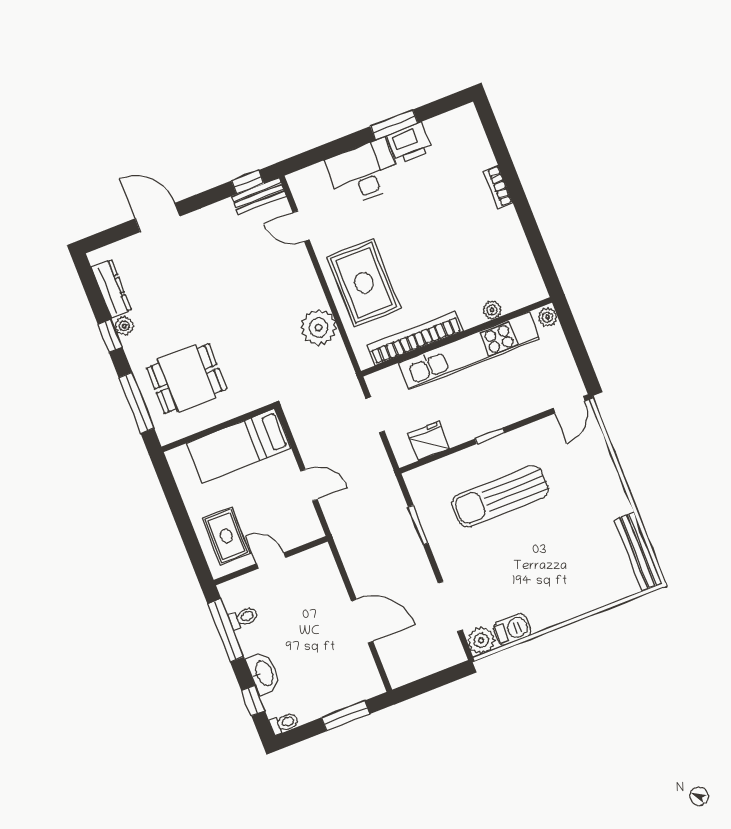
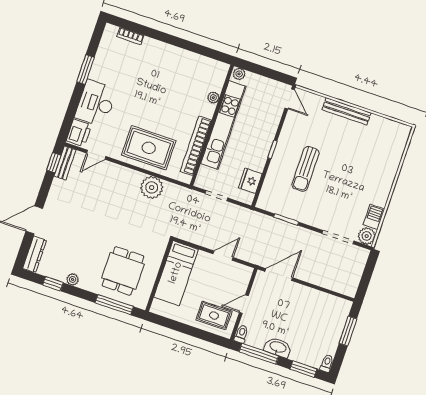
printer: (410, 143) -> (79, 133), moved
bookcase: (498, 187) -> (130, 36), moved
dresser: (111, 289) -> (35, 254), moved, turned 90
window: (110, 336) -> (53, 284), moved
sun lounger: (500, 496) -> (306, 169), width x0.73, depth x0.75
bench: (638, 551) -> (346, 111), moved
toilet: (243, 618) -> (241, 334), moved
door: (362, 621) -> (279, 275), moved
washbasin: (264, 673) -> (278, 347), moved
window: (253, 701) -> (303, 369), width x1.50

